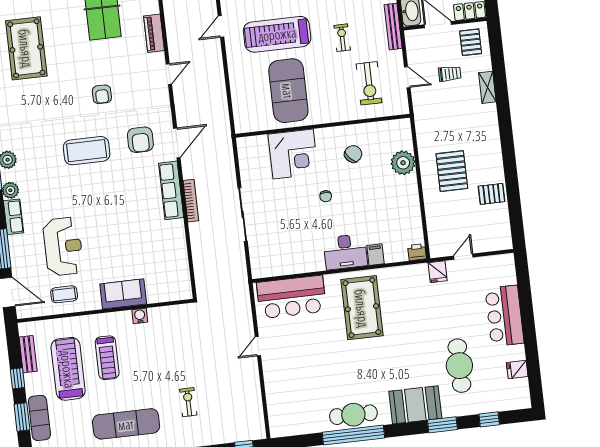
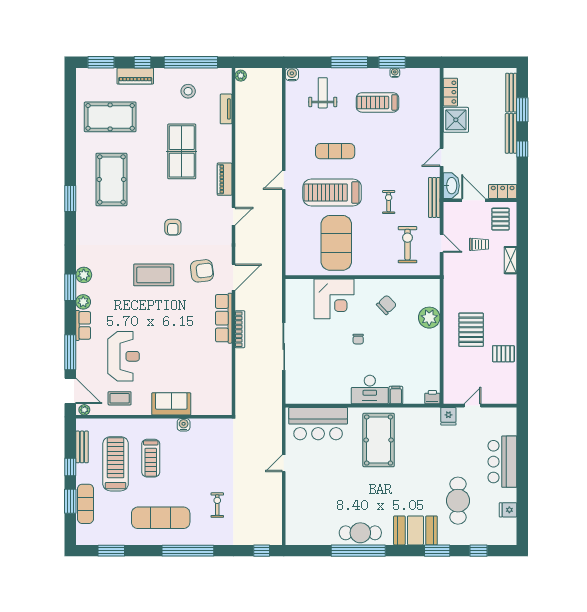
exercise bike: (369, 83) -> (407, 245), turned 180
armchair: (140, 140) -> (202, 271), turned -97
plant: (26, 312) -> (84, 410), added

